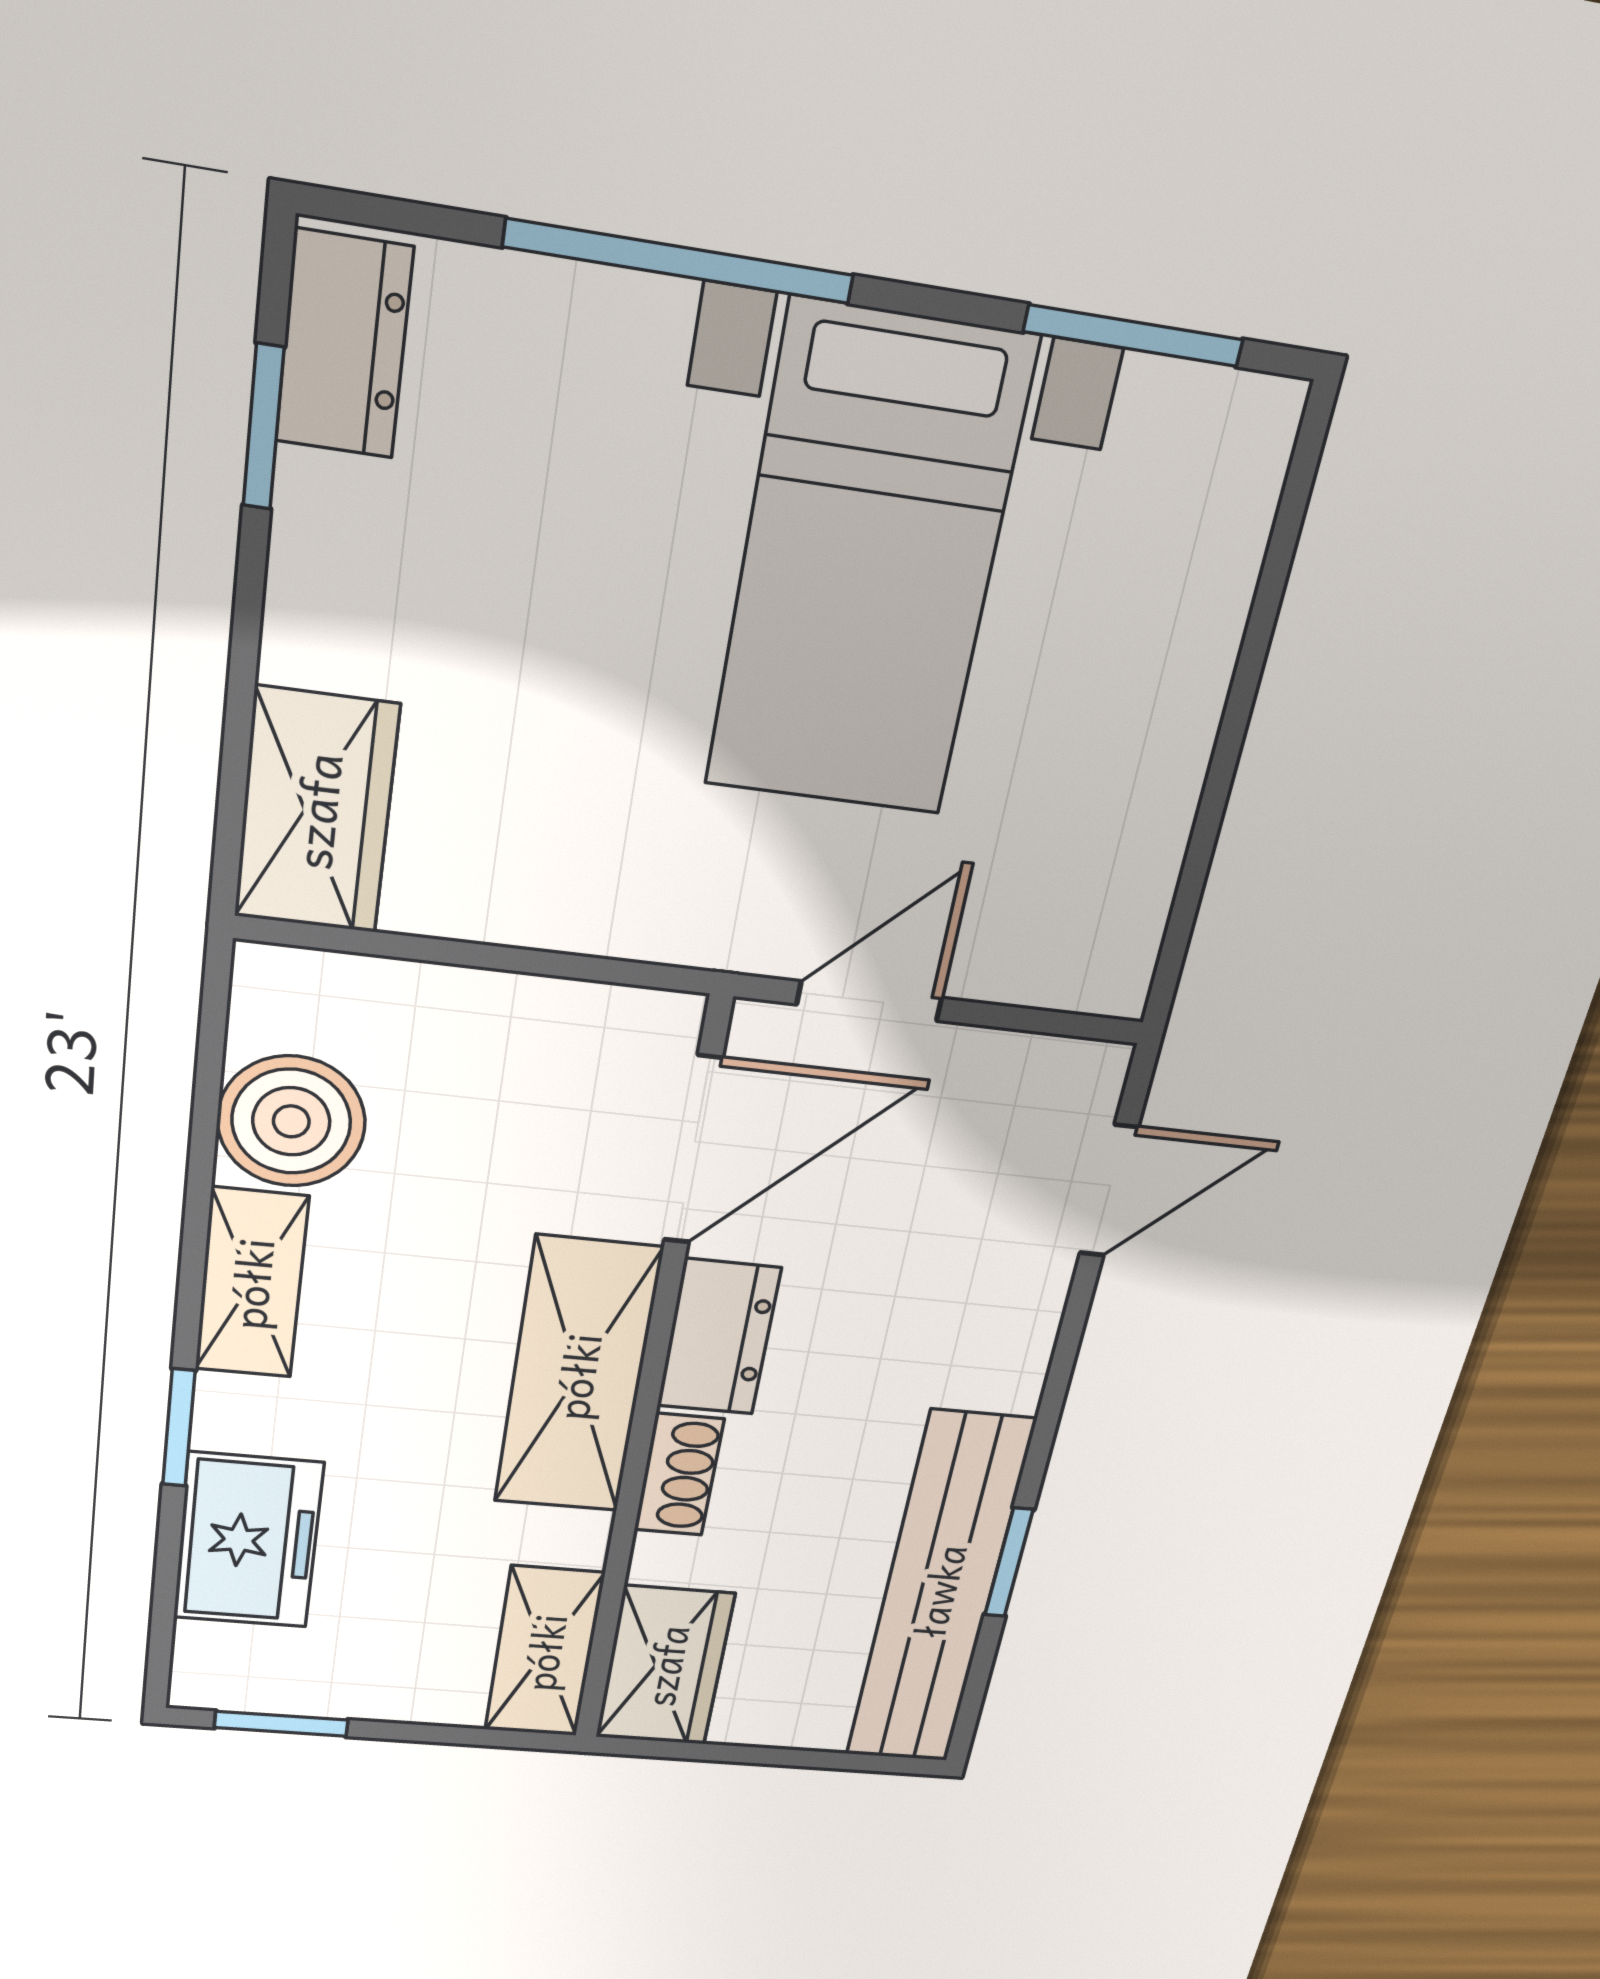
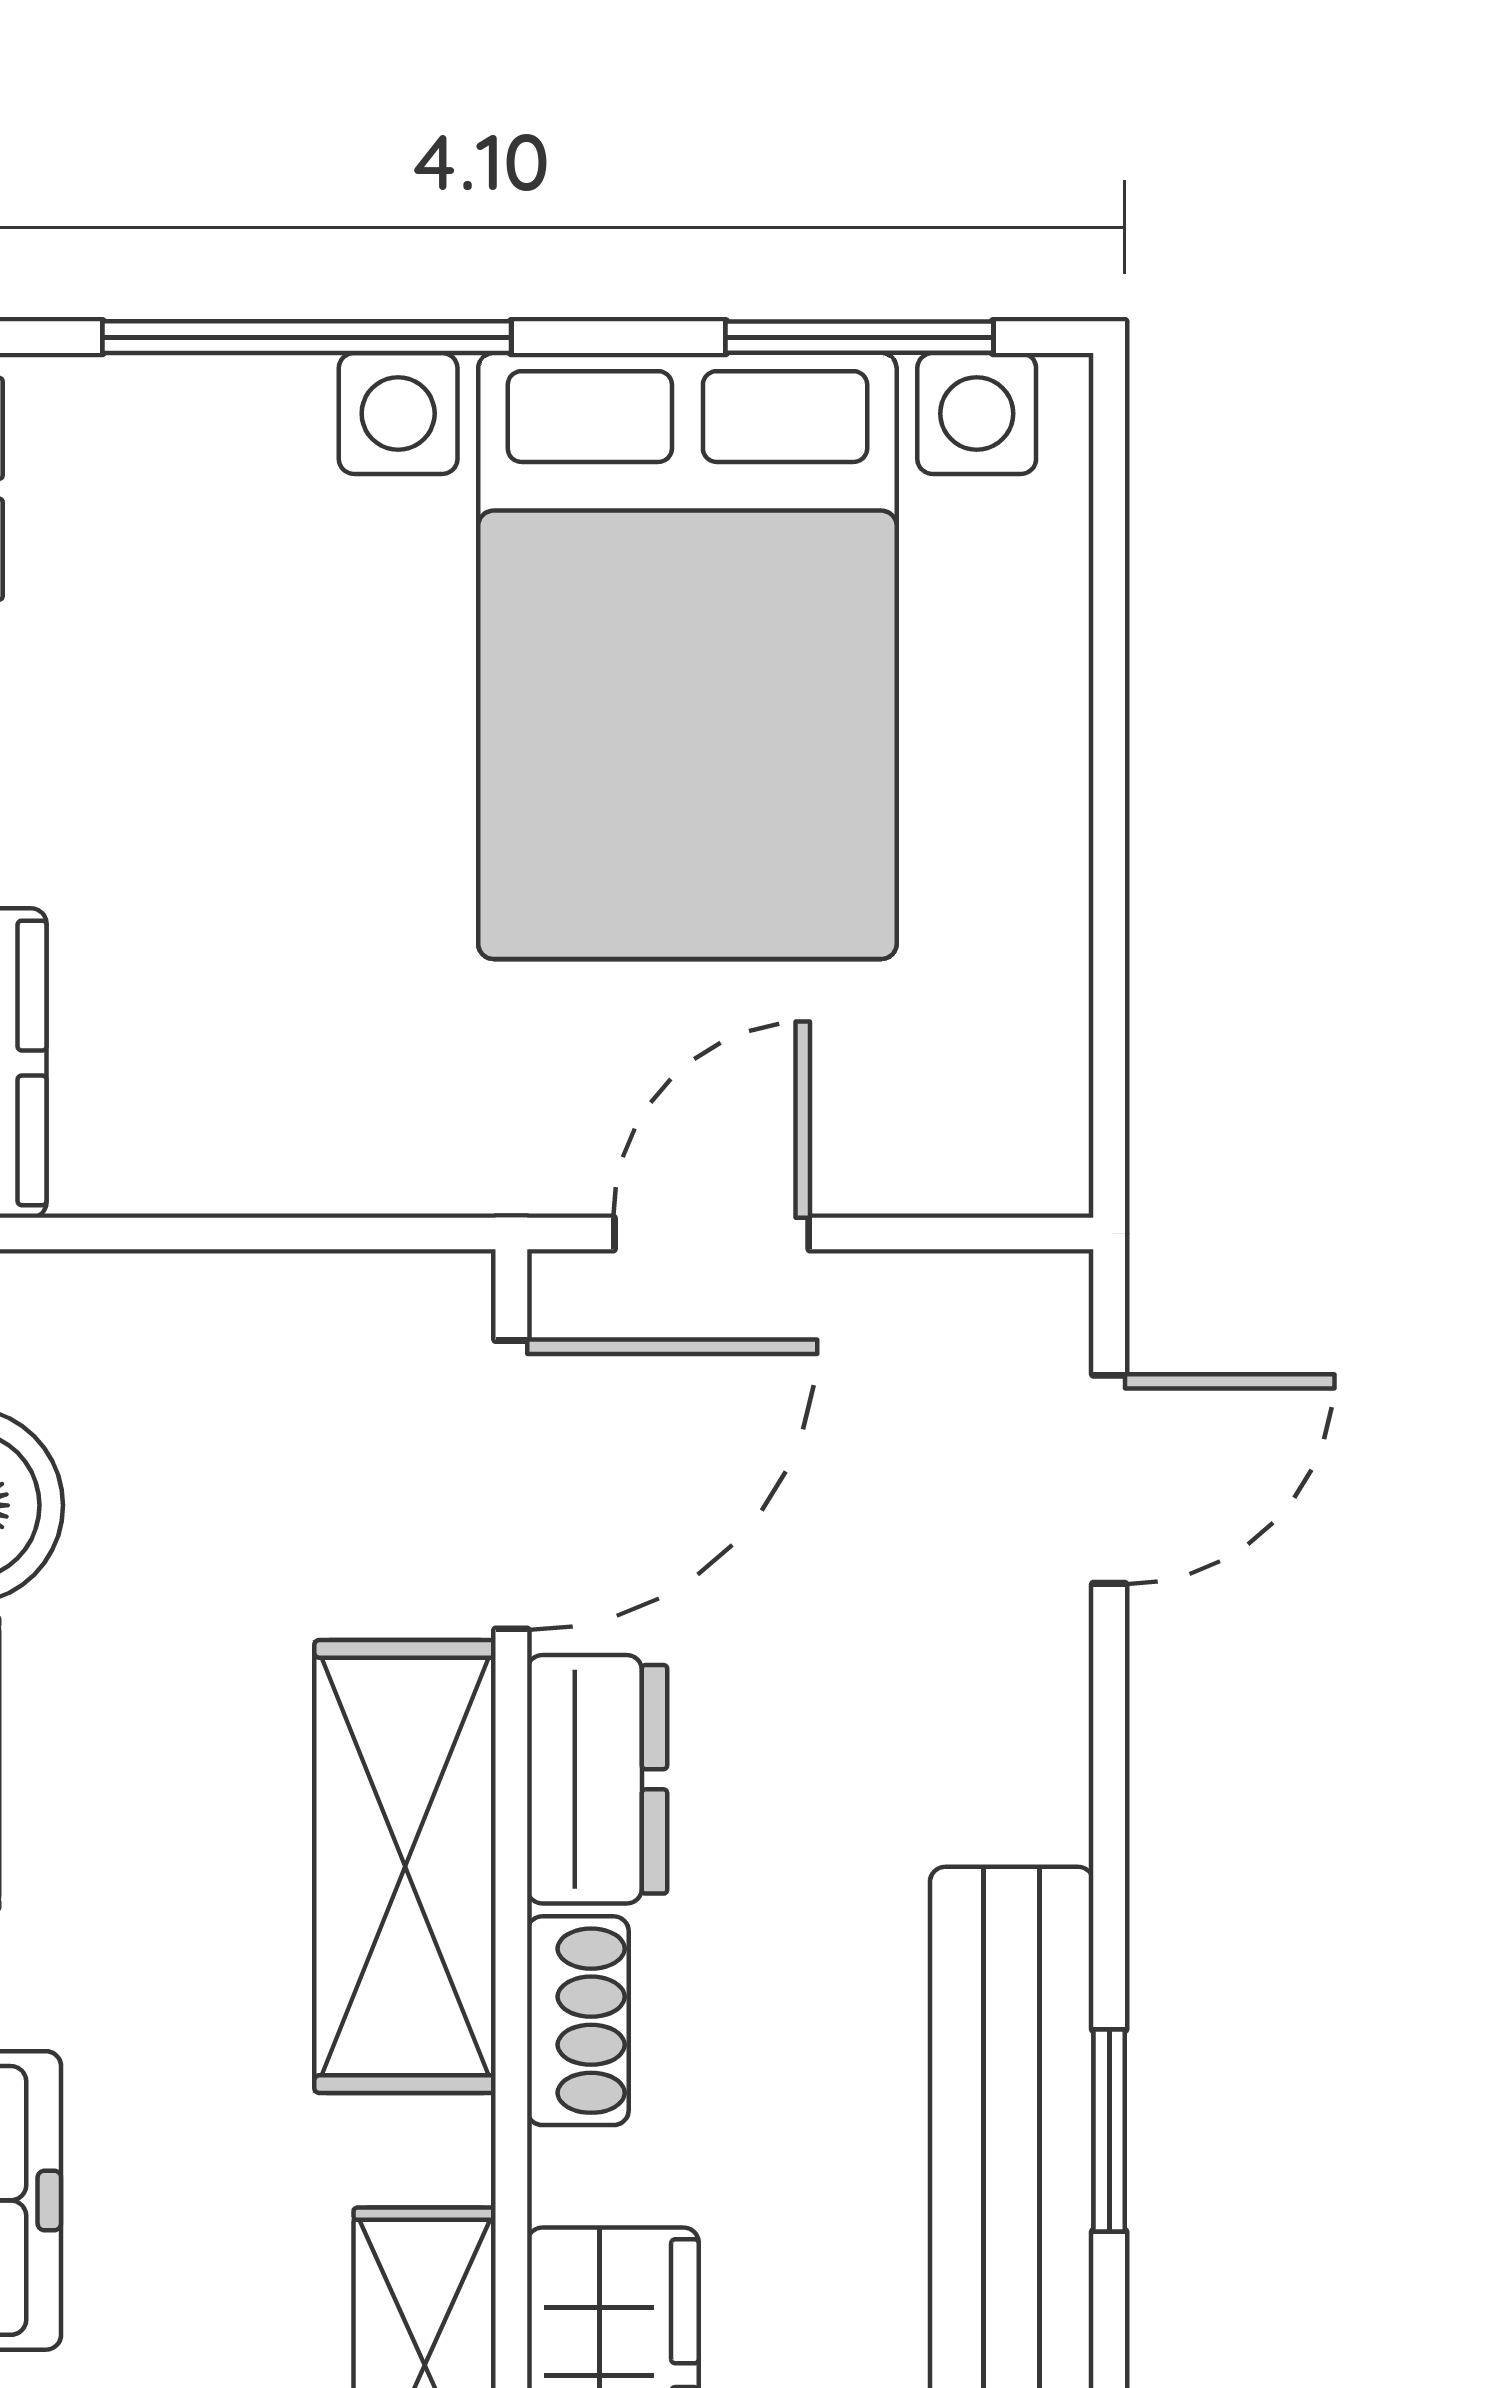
bed with nightstands: (868, 567) -> (687, 656), width x1.36

